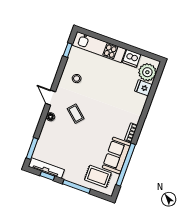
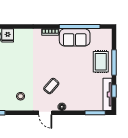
door: (51, 98) -> (45, 113), hinge flipped
rug: (98, 176) -> (101, 62), moved

